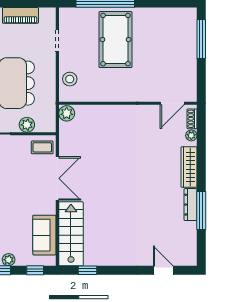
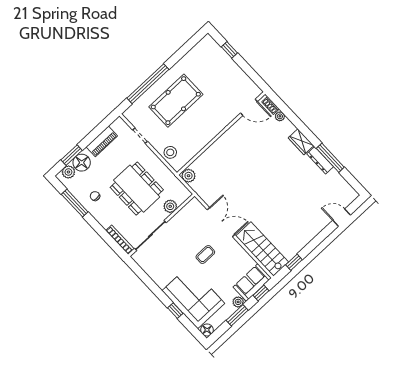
window: (201, 39) -> (229, 50), width x0.46
pool table: (116, 40) -> (176, 101), turned 90
door: (172, 103) -> (249, 107), hinge flipped
coffee table: (42, 147) -> (205, 254), moved
wardrobe: (189, 167) -> (301, 142), width x0.67
sofa: (44, 235) -> (252, 282), moved, turned 90

